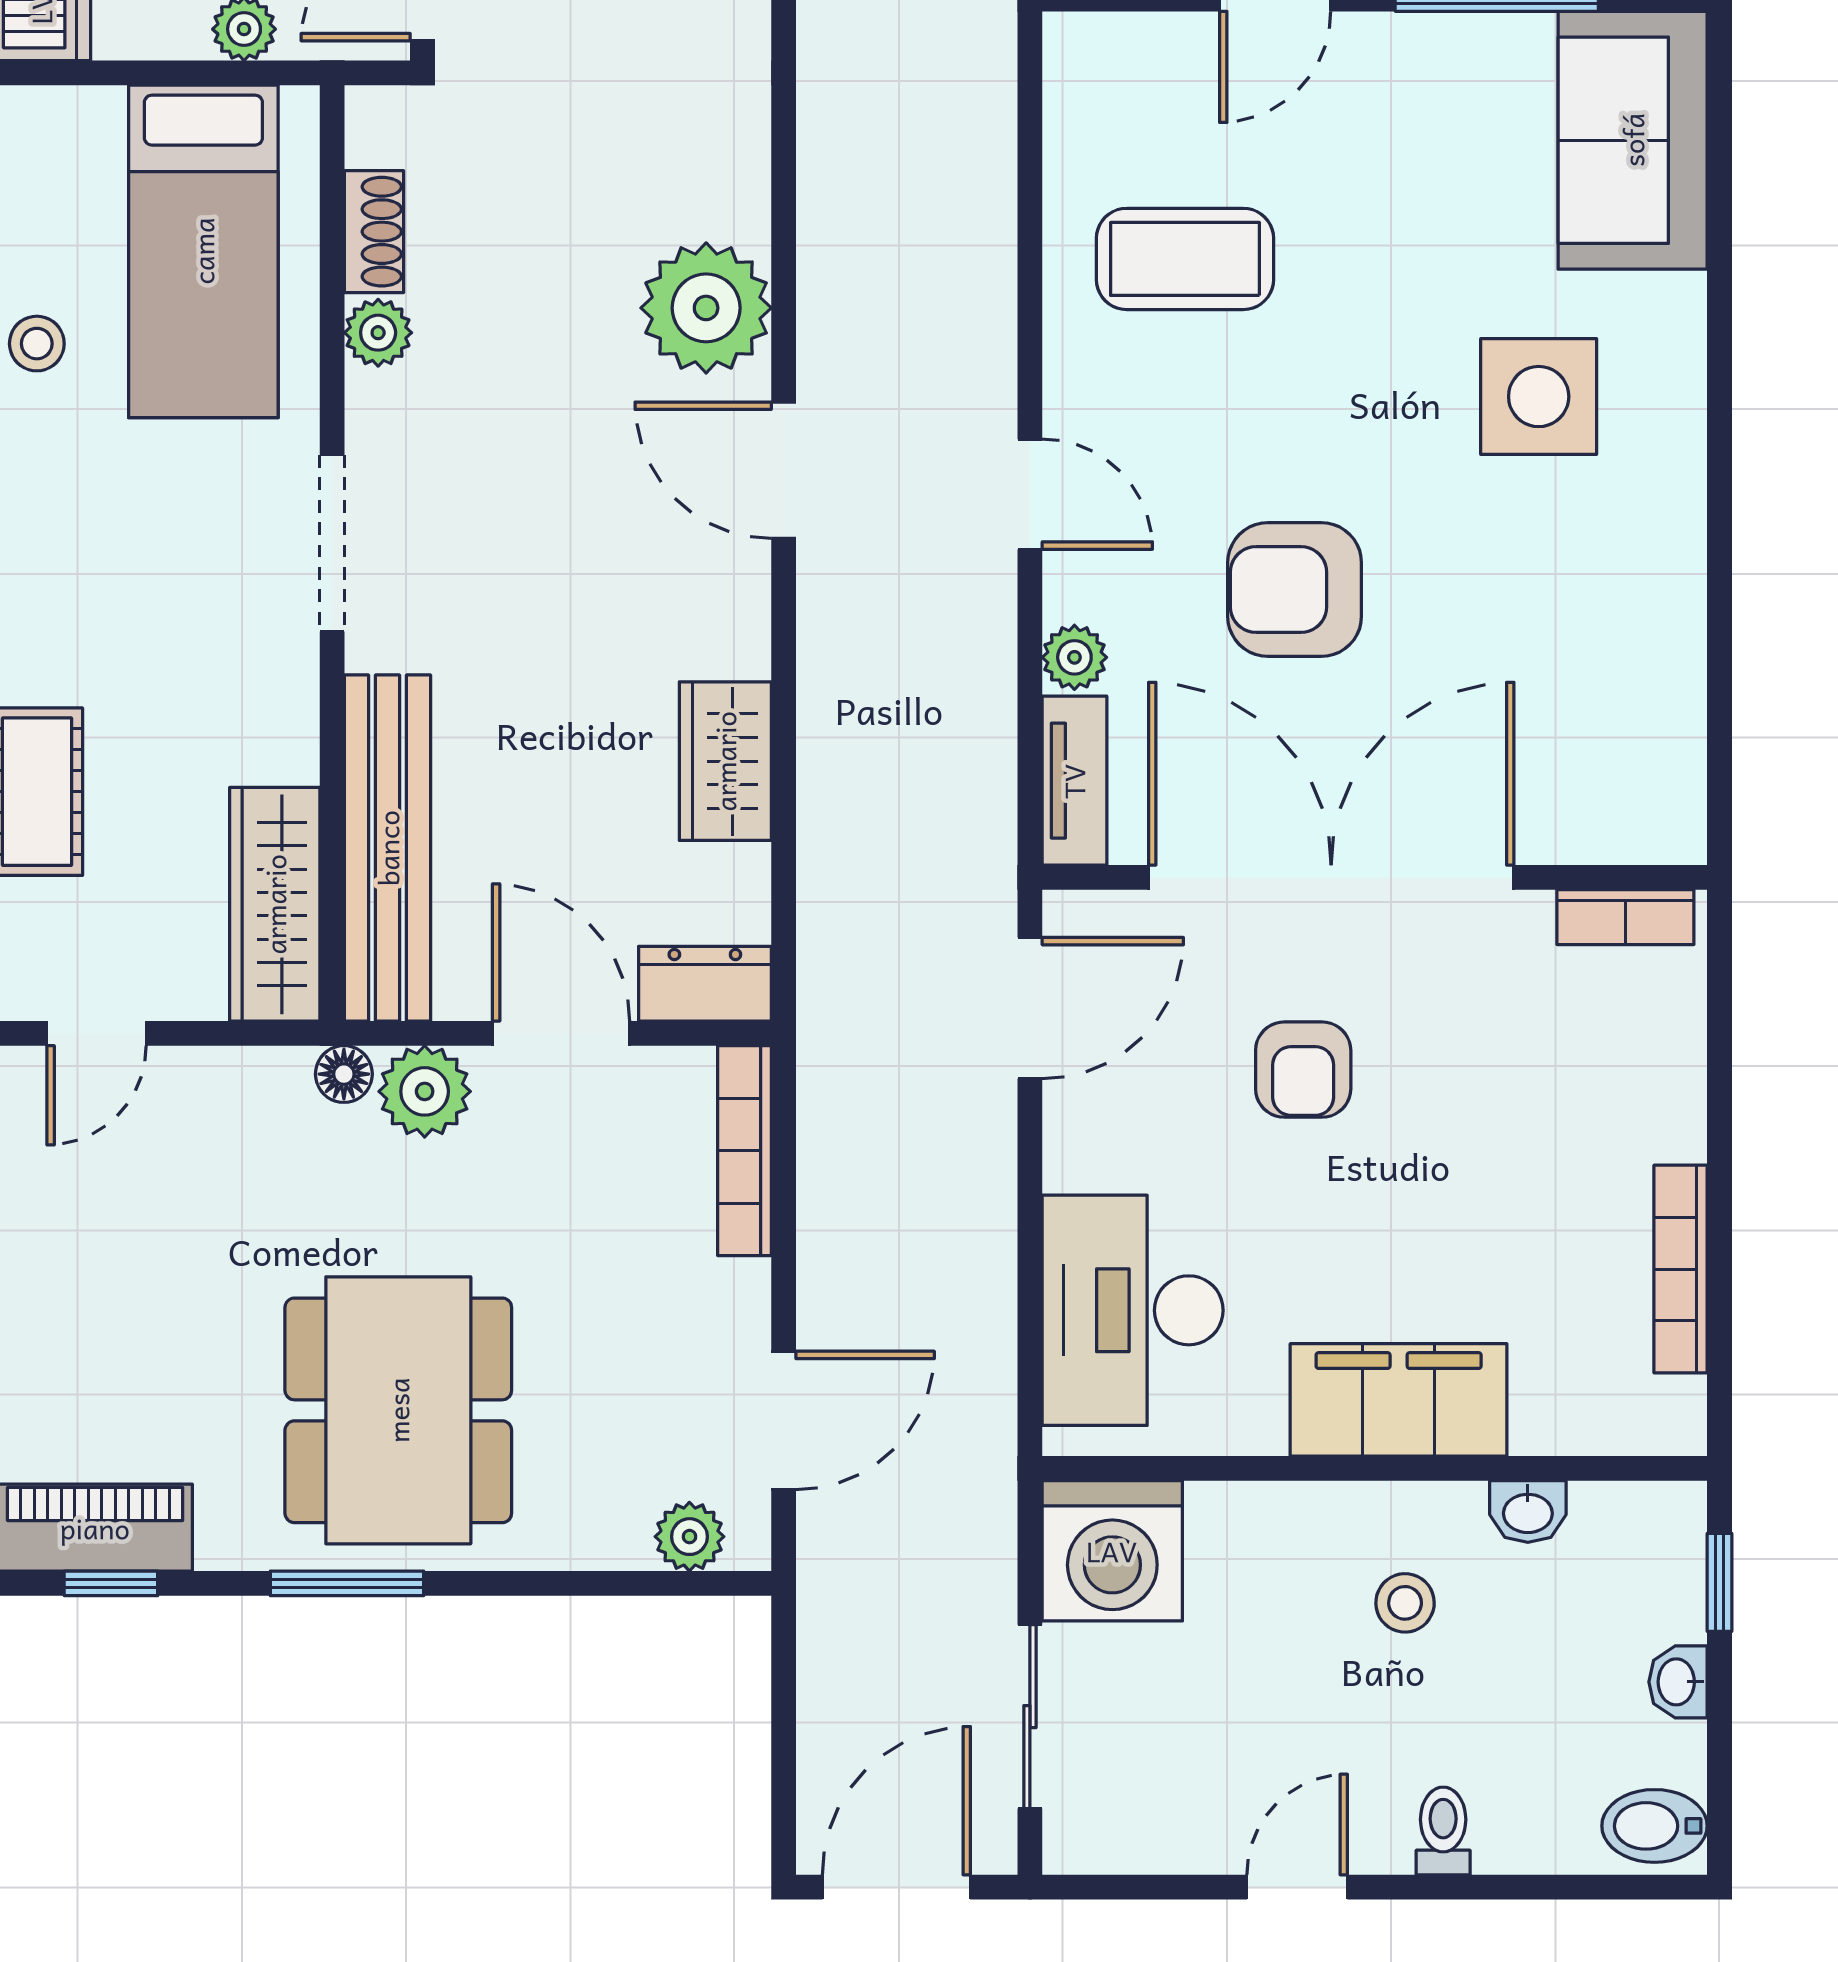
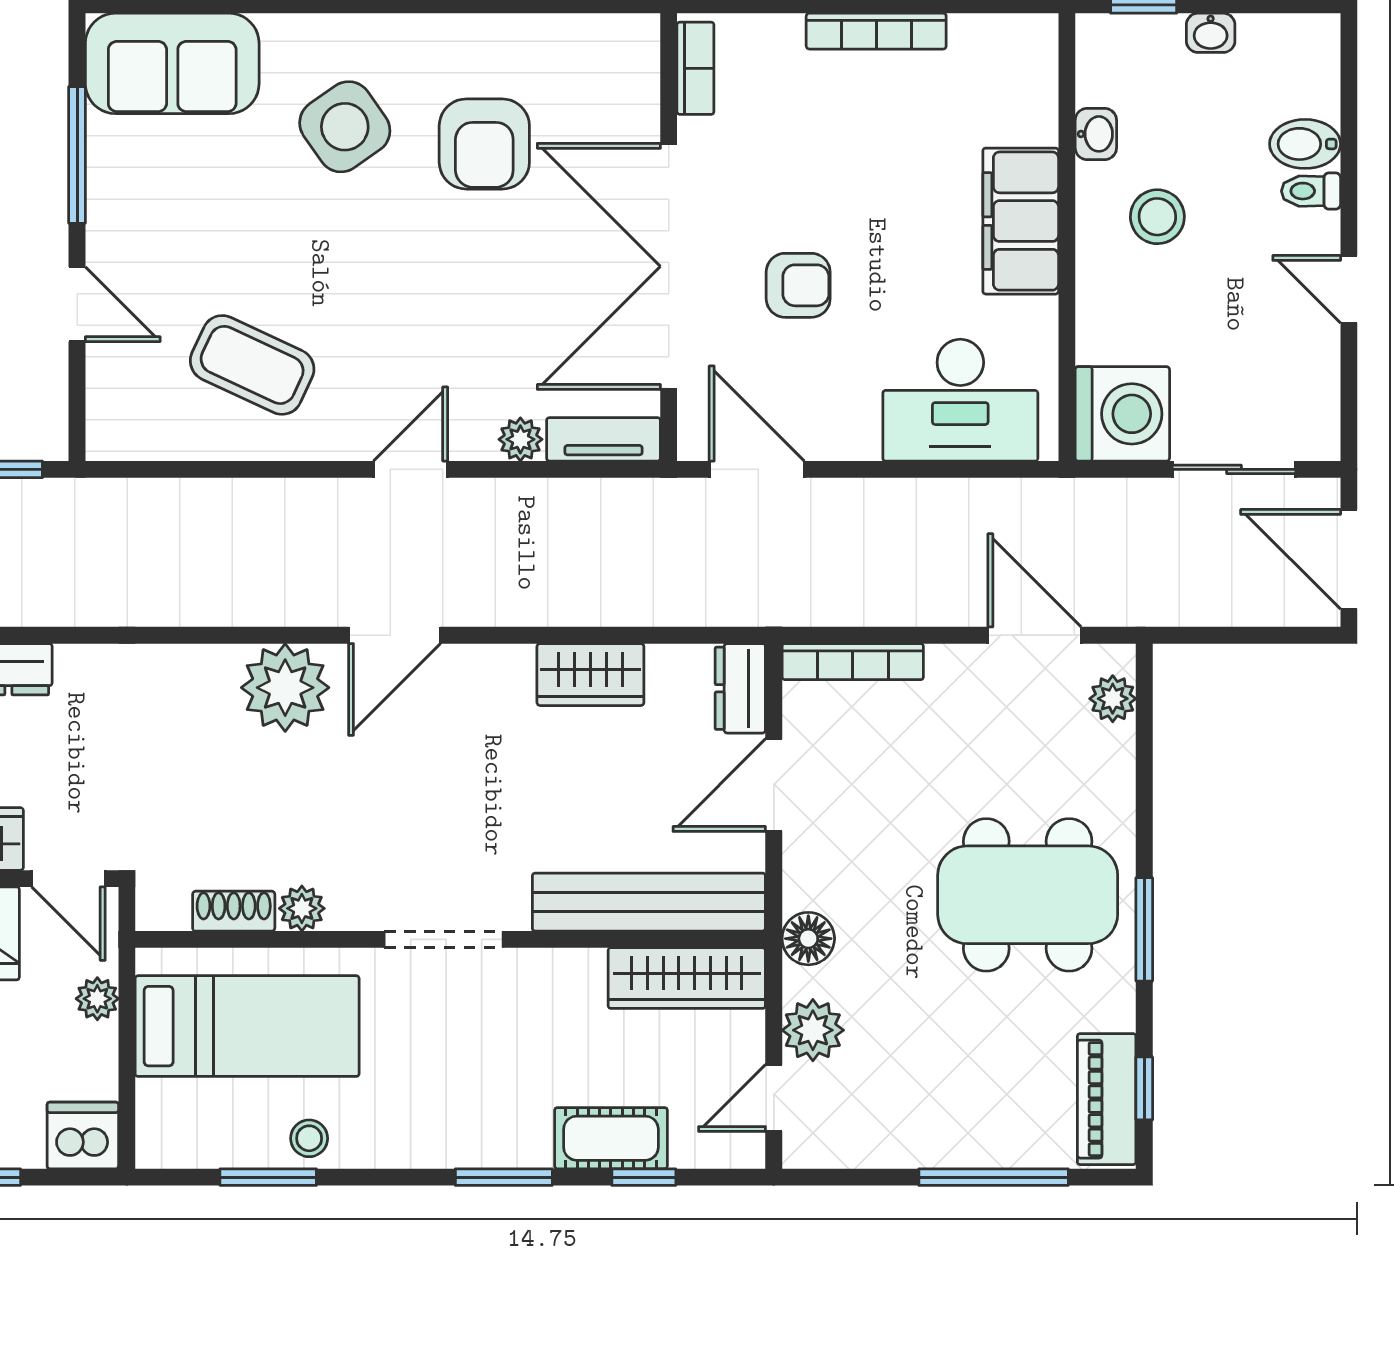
coffee table: (1185, 259) -> (252, 365), turned -65
side table: (1539, 397) -> (345, 127), turned -35
armchair: (1295, 589) -> (484, 144), moved
door: (97, 1033) -> (774, 1098), swing flipped
floor lamp: (344, 1074) -> (808, 939), width x1.37, depth x1.37
plant: (425, 1091) -> (813, 1030), moved
bookcase: (1681, 1269) -> (876, 31), moved
stool: (1405, 1603) -> (1157, 217), width x1.37, depth x1.37
bidet: (1654, 1826) -> (1305, 144), moved, turned 90

